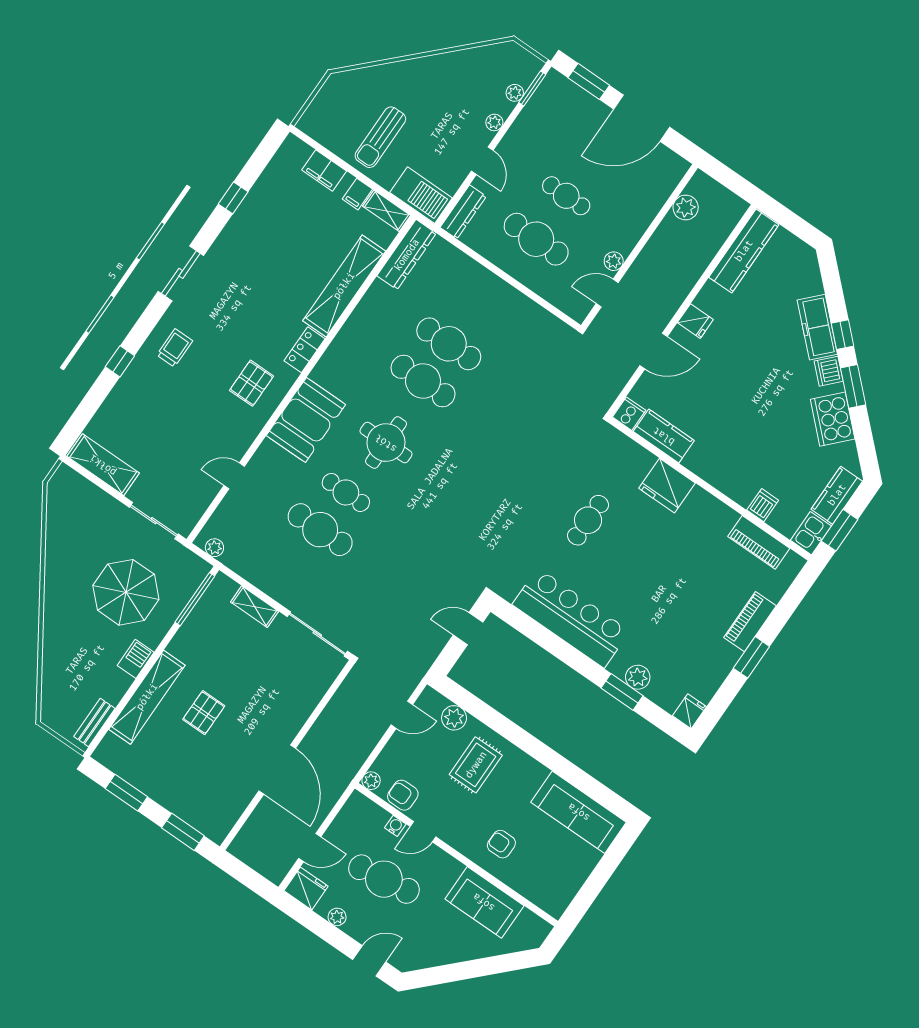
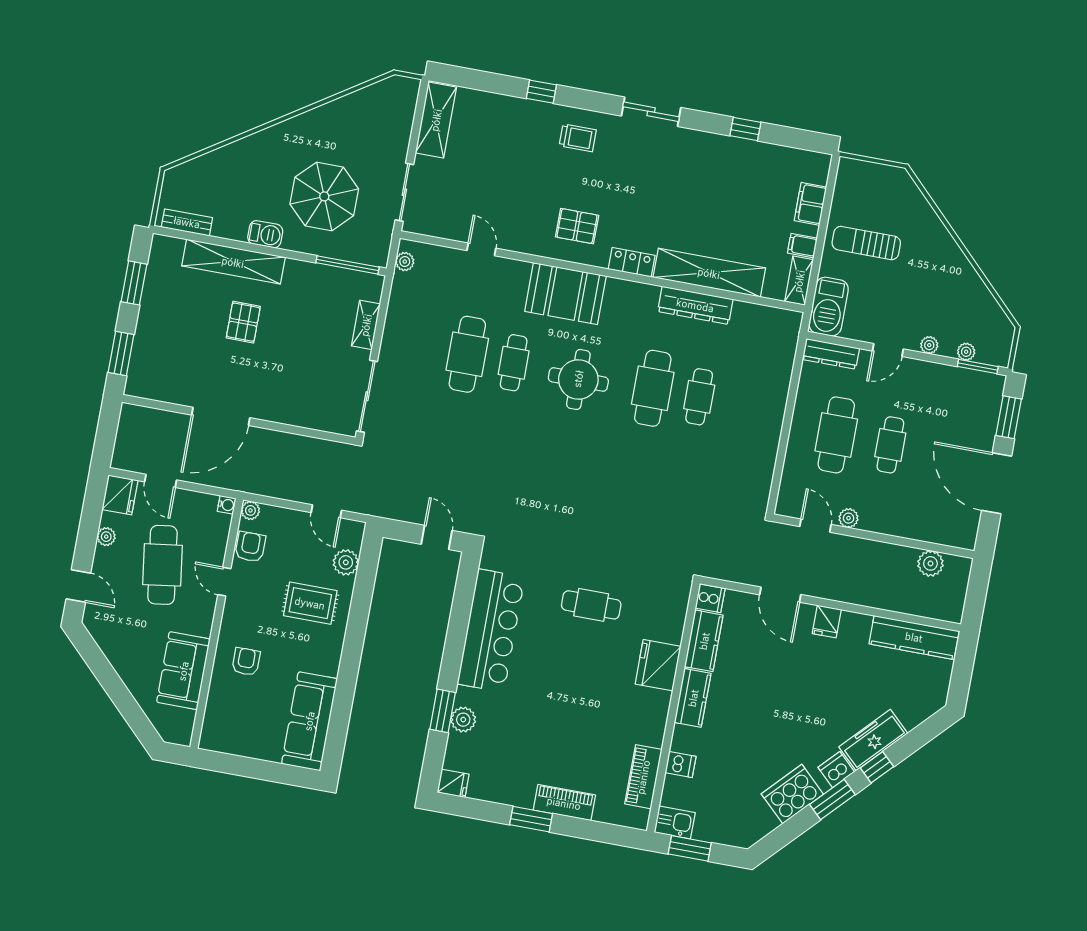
dresser: (407, 255) -> (695, 305), moved
cafe table: (449, 344) -> (699, 397), width x0.73, depth x0.74
kitchen counter: (837, 495) -> (693, 698), moved, turned 90
pallet: (204, 713) -> (243, 322), turned 90
water cooler: (395, 826) -> (227, 505), moved

